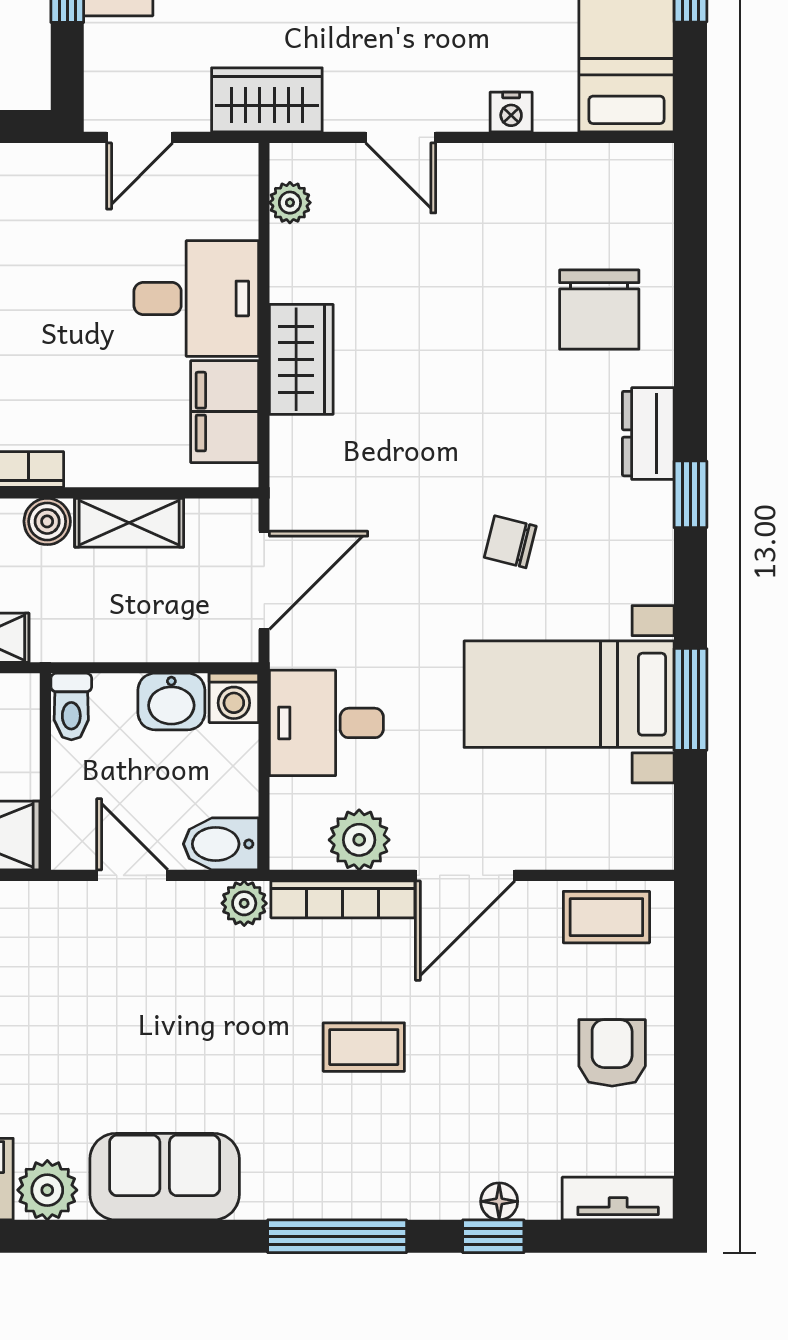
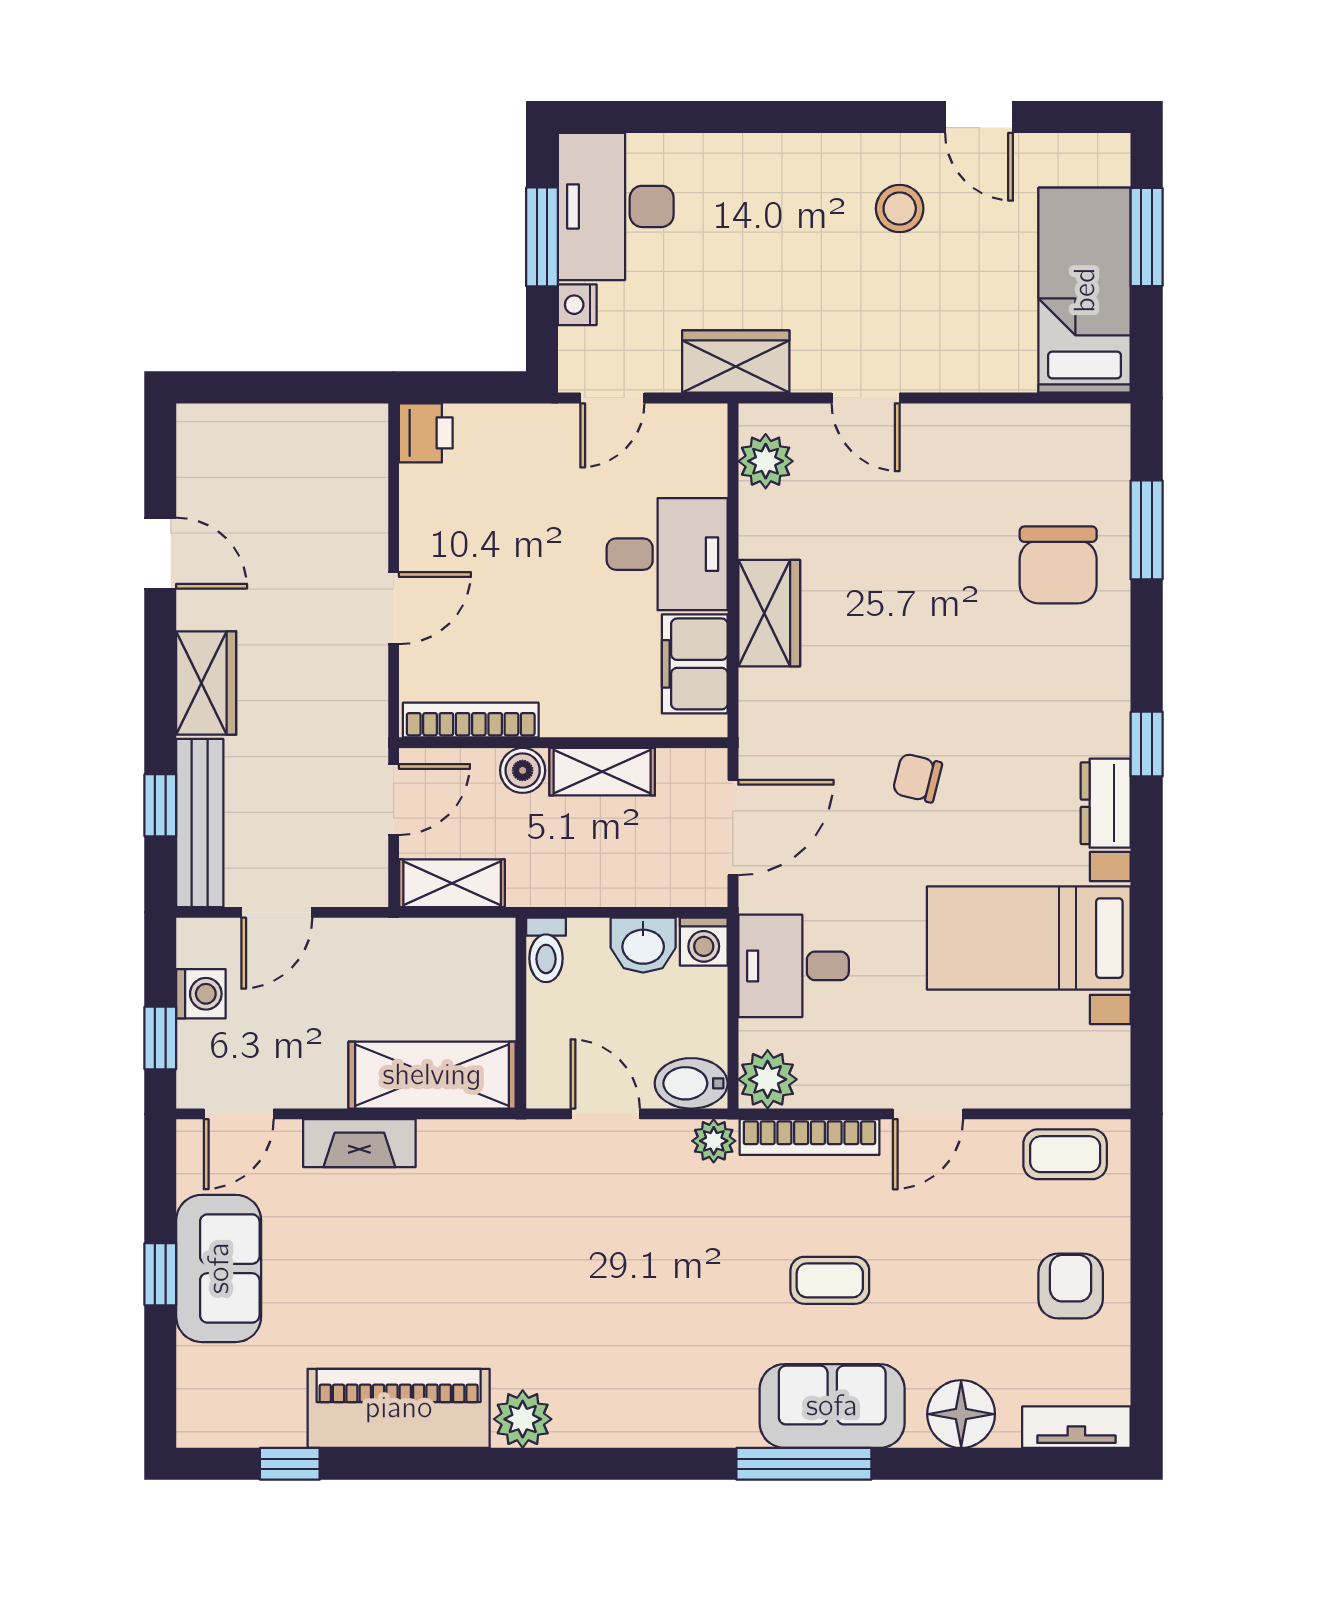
nightstand: (511, 112) -> (577, 305), moved, turned 90
plant: (290, 203) -> (766, 461), width x1.38, depth x1.38
dresser: (648, 434) -> (1106, 803), moved
chair: (510, 542) -> (917, 778), moved
window: (690, 699) -> (1147, 530), moved
plant: (359, 840) -> (768, 1079), moved
door: (465, 875) -> (928, 1114), width x0.73
sofa: (165, 1177) -> (832, 1406), moved
floor lamp: (499, 1201) -> (961, 1414), width x1.89, depth x1.89
window: (493, 1236) -> (955, 1464), removed

